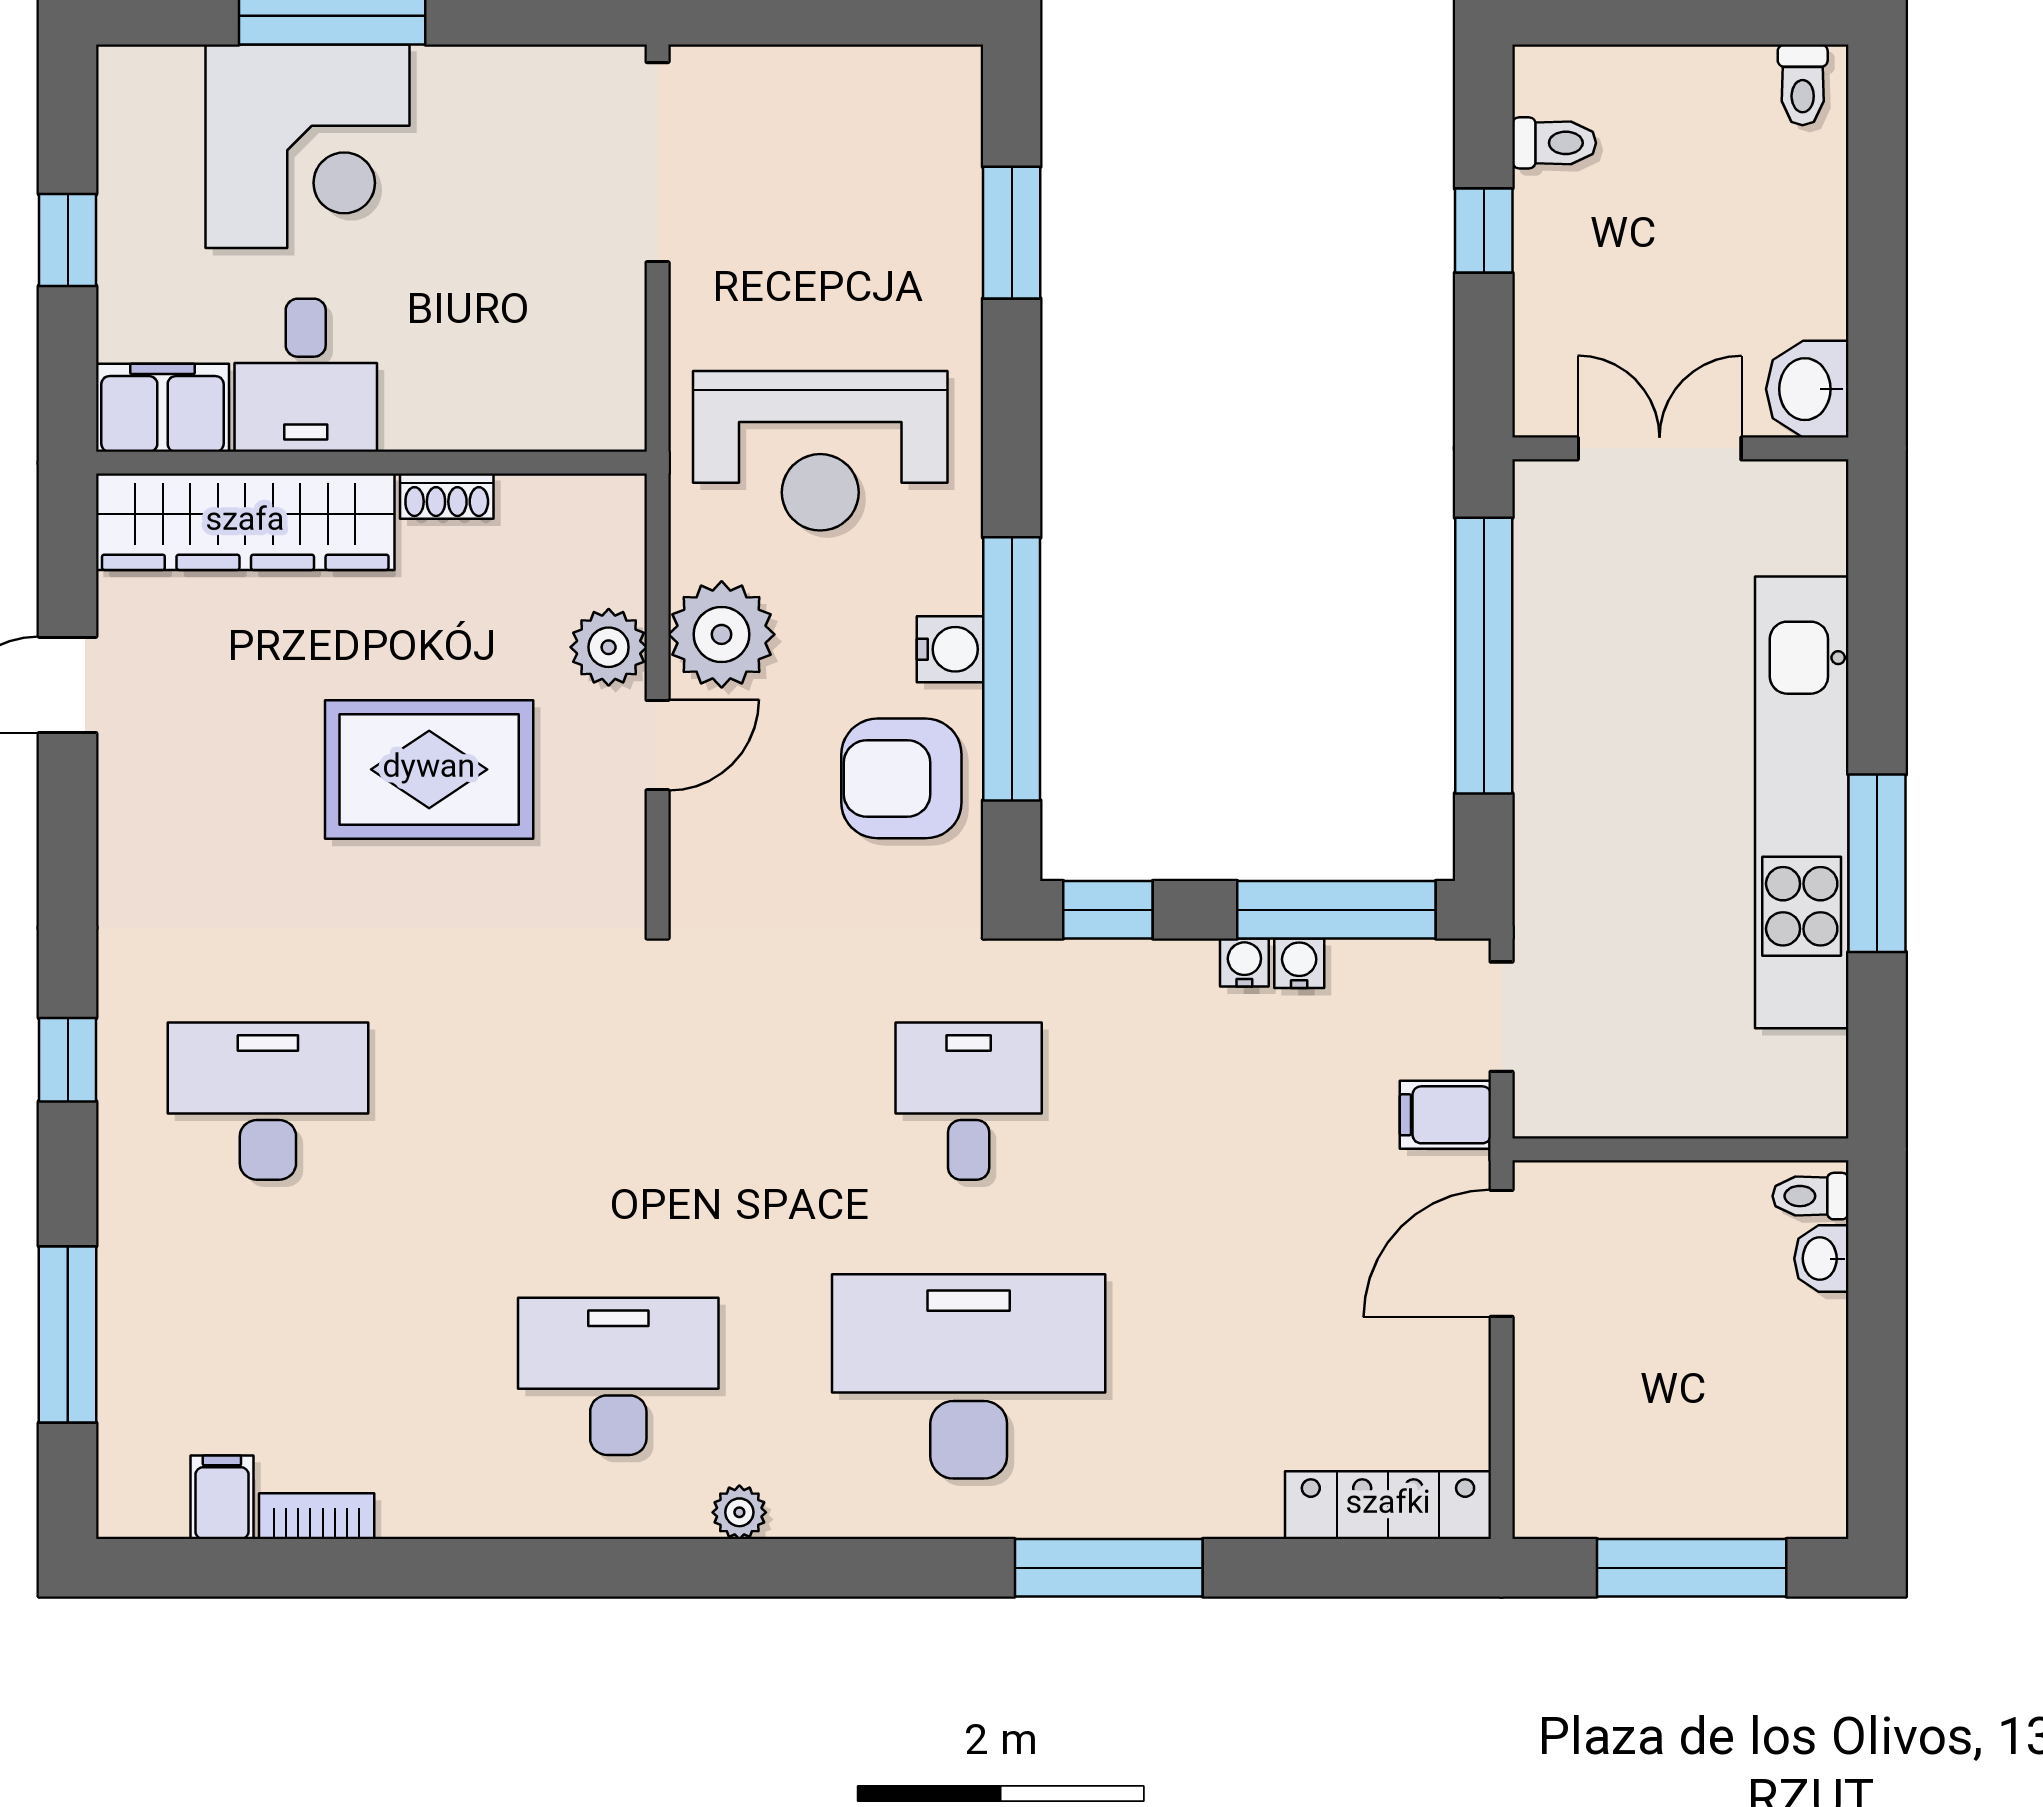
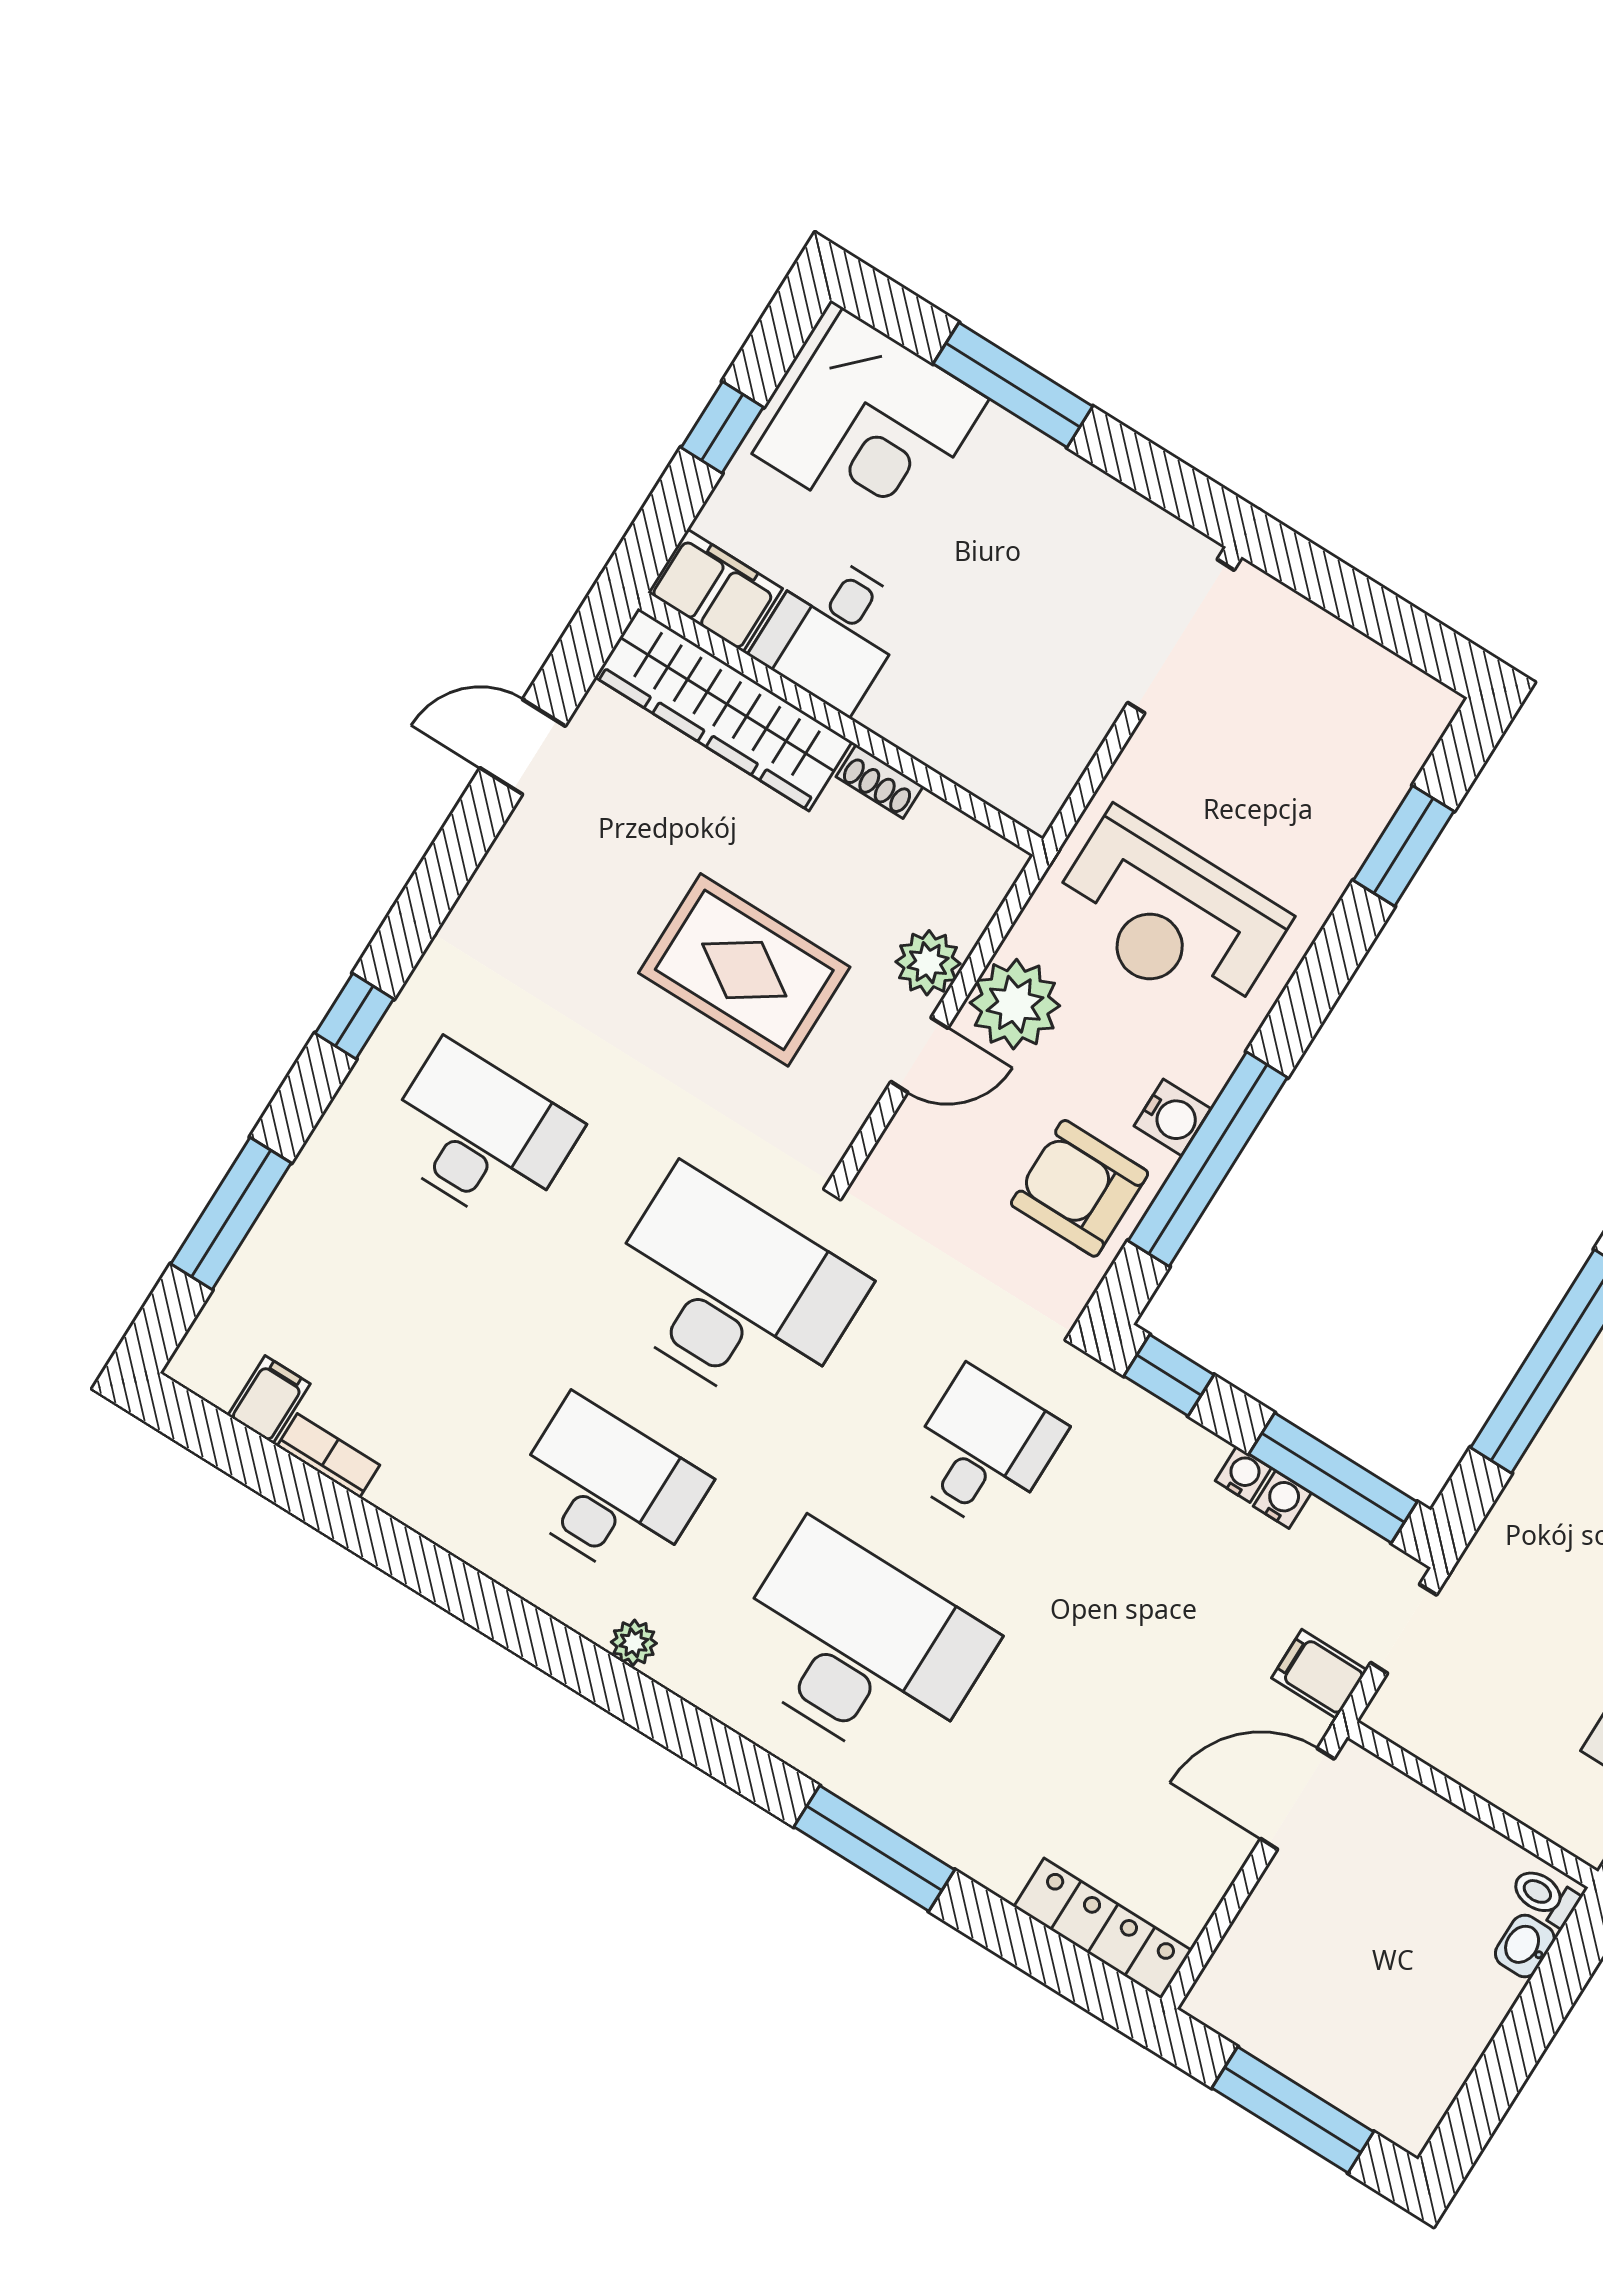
corner desk: (308, 146) -> (870, 426), moved
desk: (618, 1101) -> (731, 1293), added

